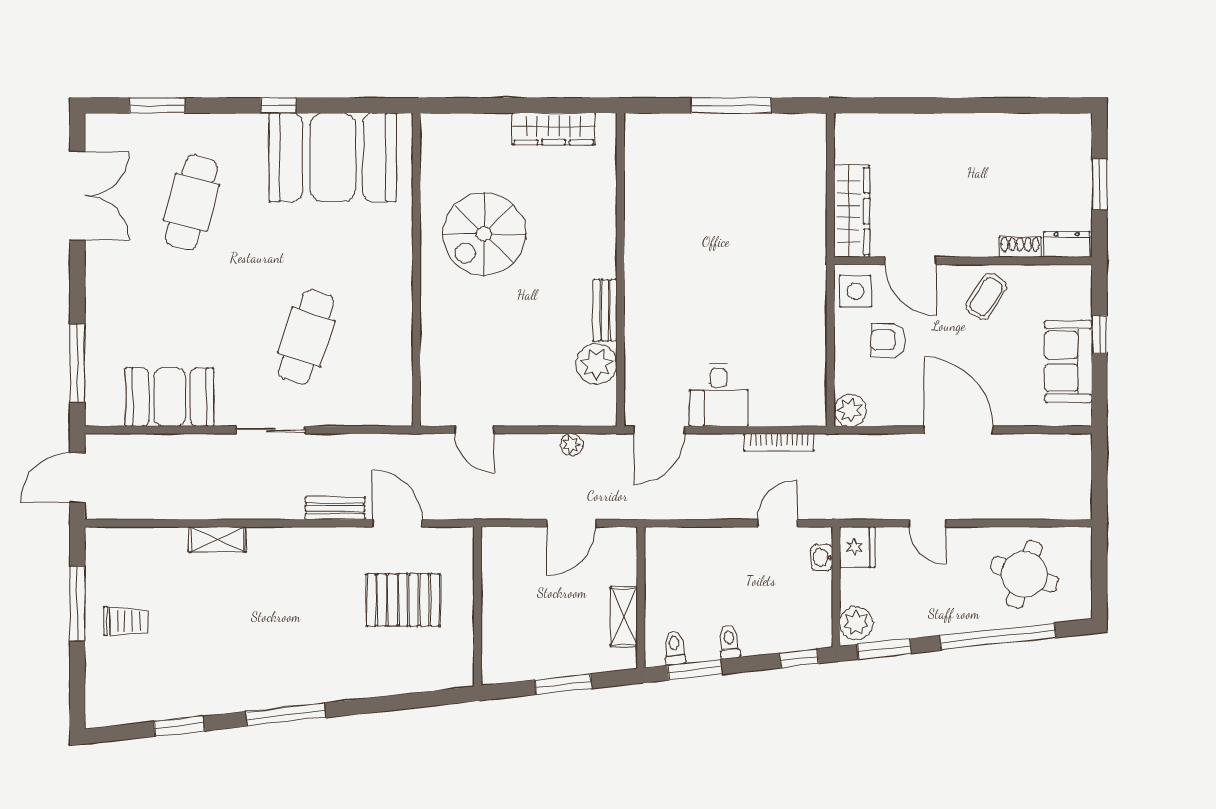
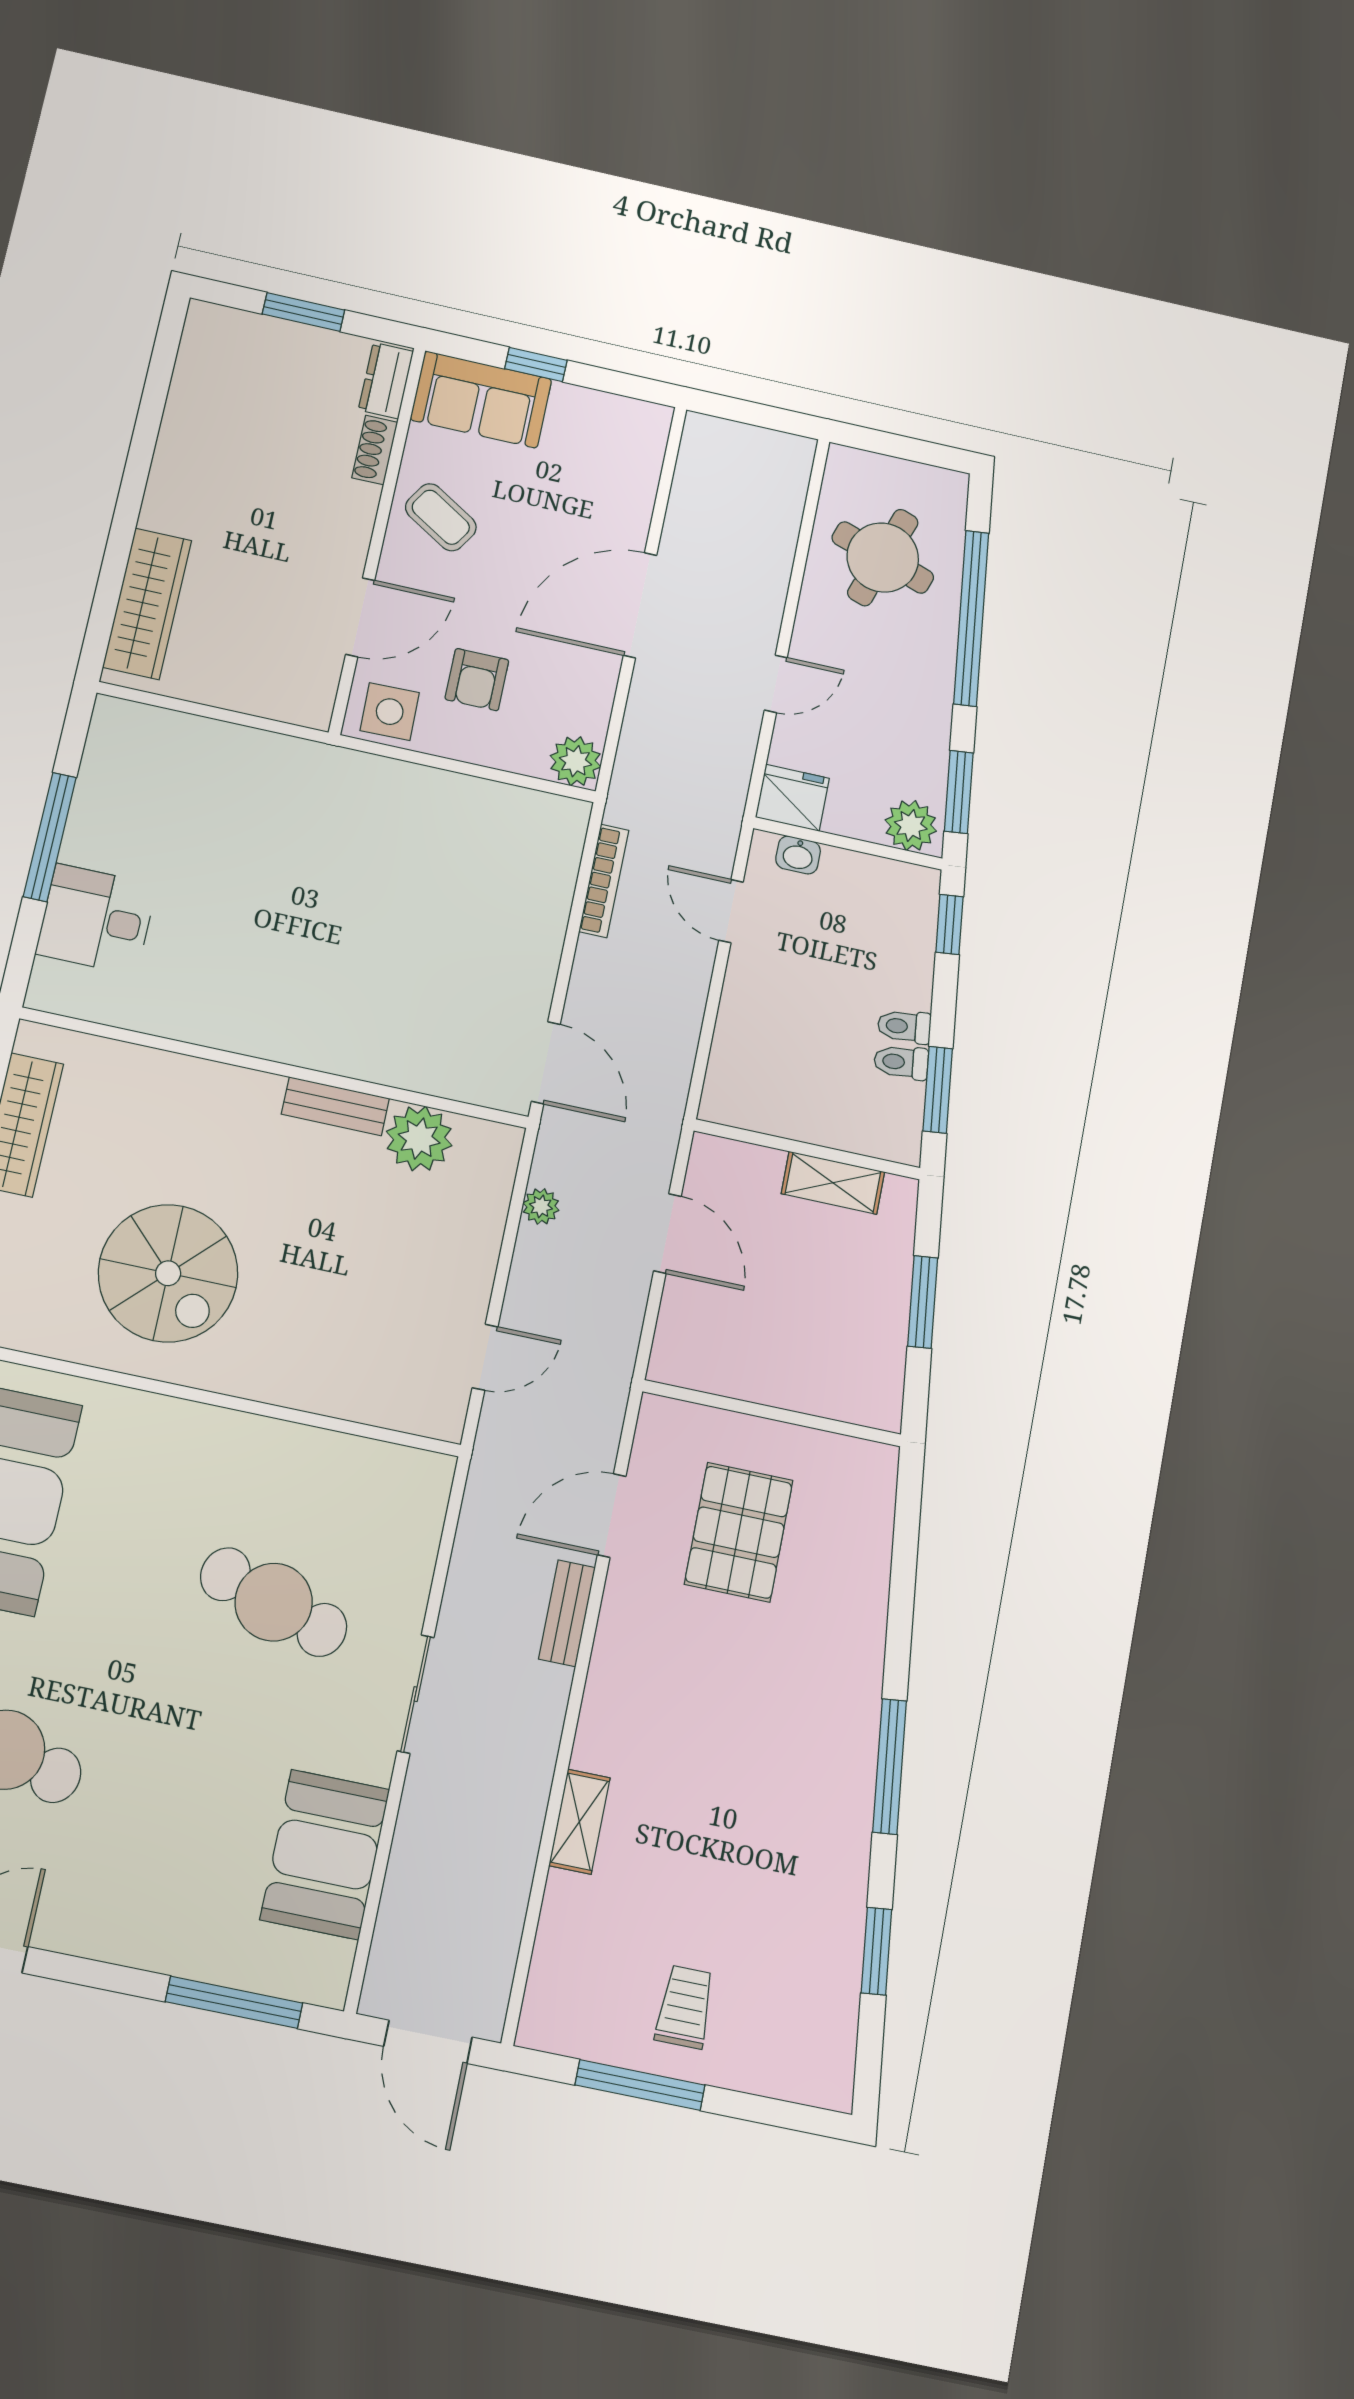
wardrobe: (852, 211) -> (147, 604), moved, turned 90
sofa: (1068, 361) -> (481, 400), moved
desk: (719, 395) -> (96, 919), moved, turned 180
toilet: (674, 648) -> (901, 1062), moved

